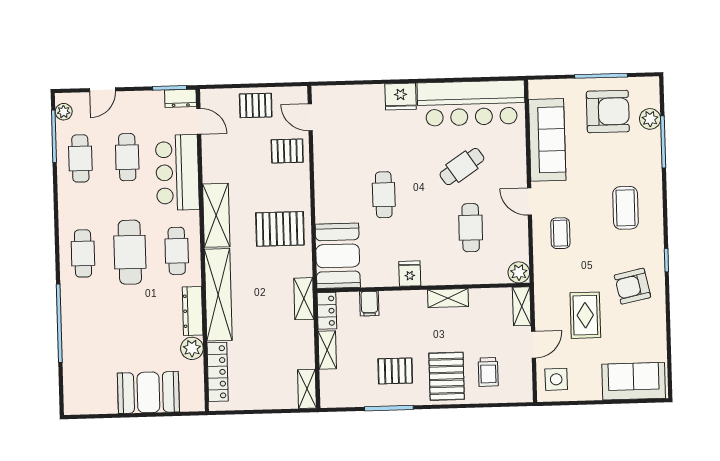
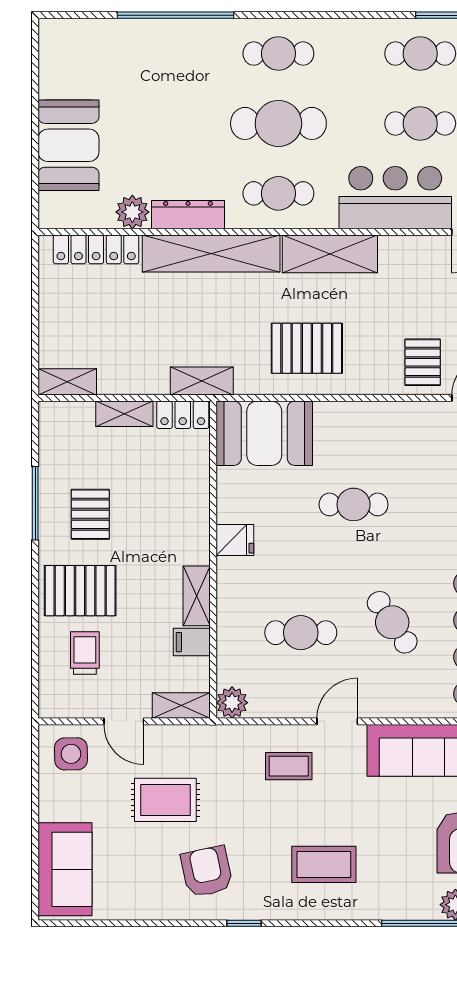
pallet: (280, 229) -> (307, 348), turned 90
filing cabinet: (369, 304) -> (192, 642), moved
trolley: (488, 372) -> (85, 653), turned 90

